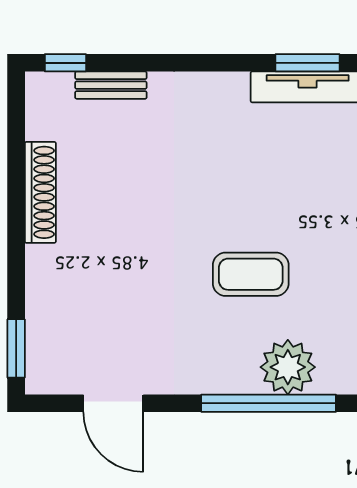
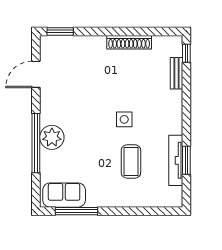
side table: (215, 203) -> (124, 119), added
coffee table: (251, 274) -> (131, 161), moved
plant: (288, 367) -> (52, 137), moved

